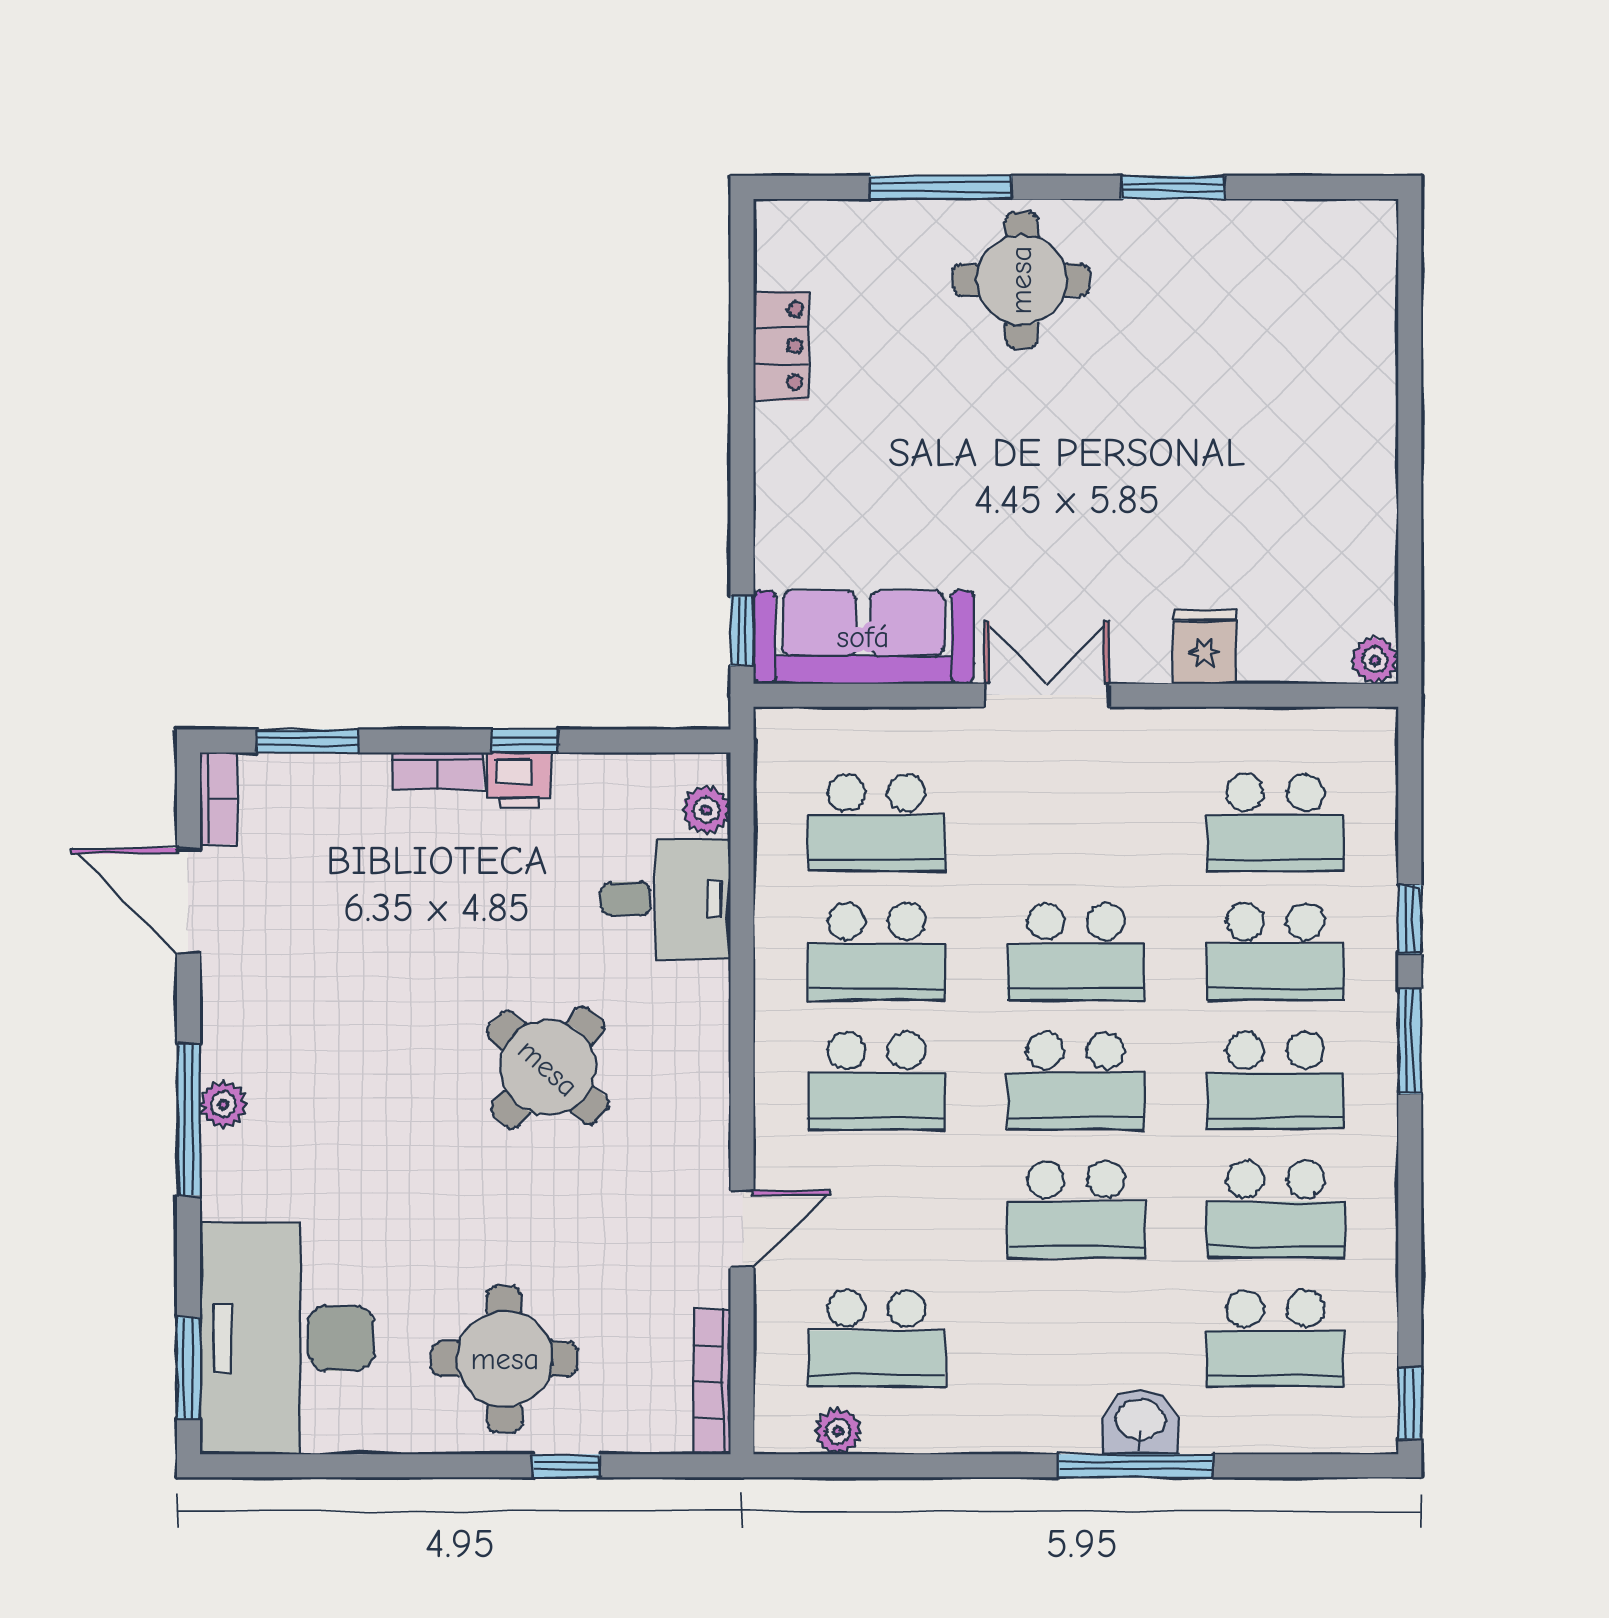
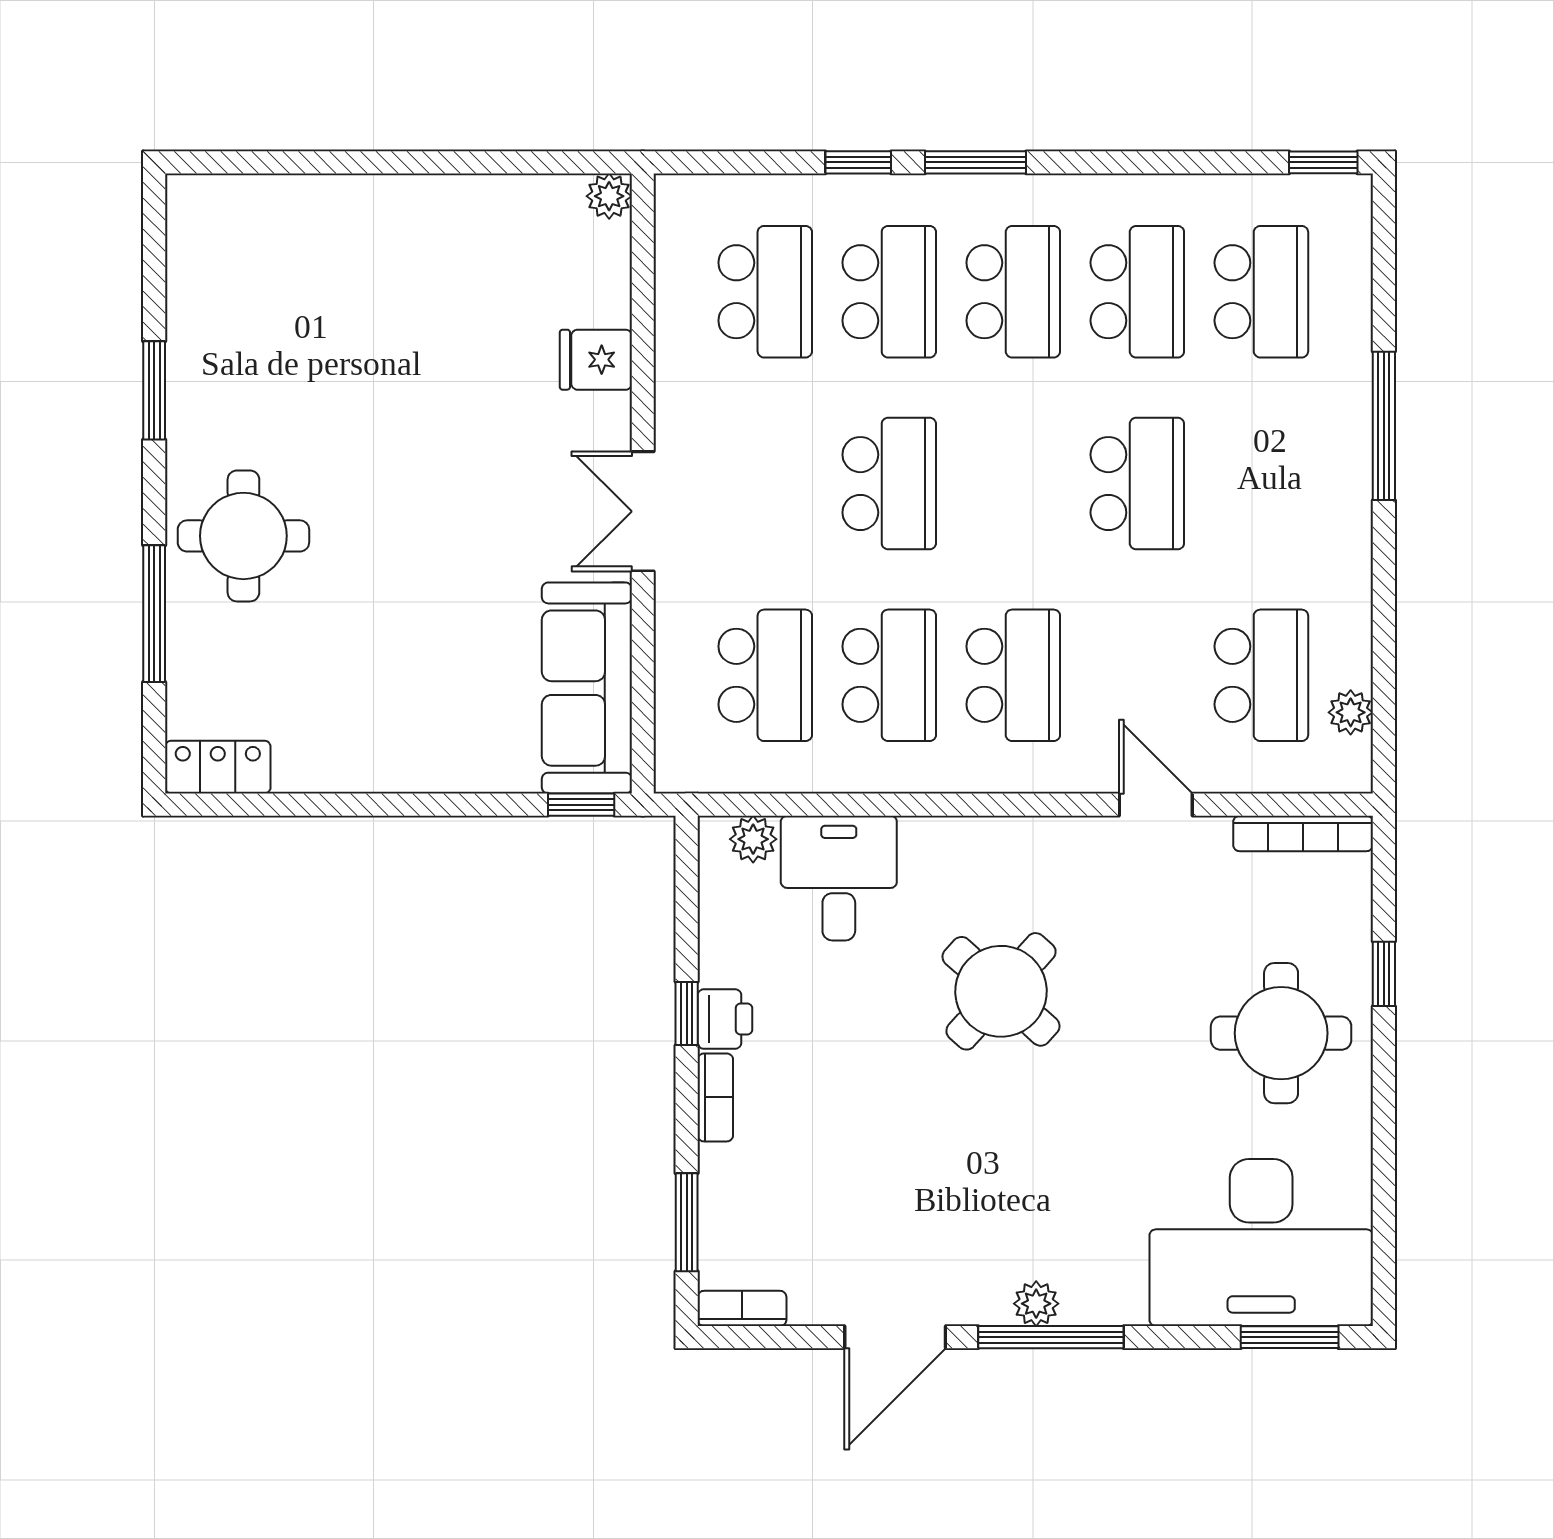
locker: (781, 346) -> (218, 767), moved
door: (188, 901) -> (895, 1337), moved
school desk: (1076, 1080) -> (1013, 484), removed
washbasin: (1140, 1422) -> (1341, 422), removed

